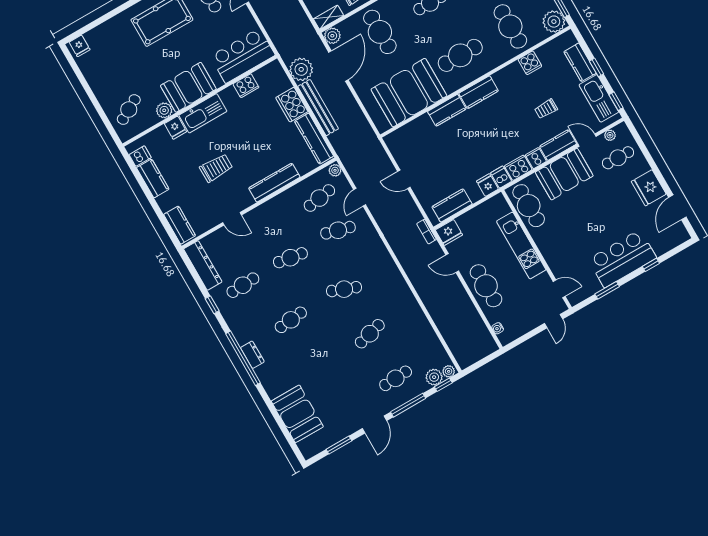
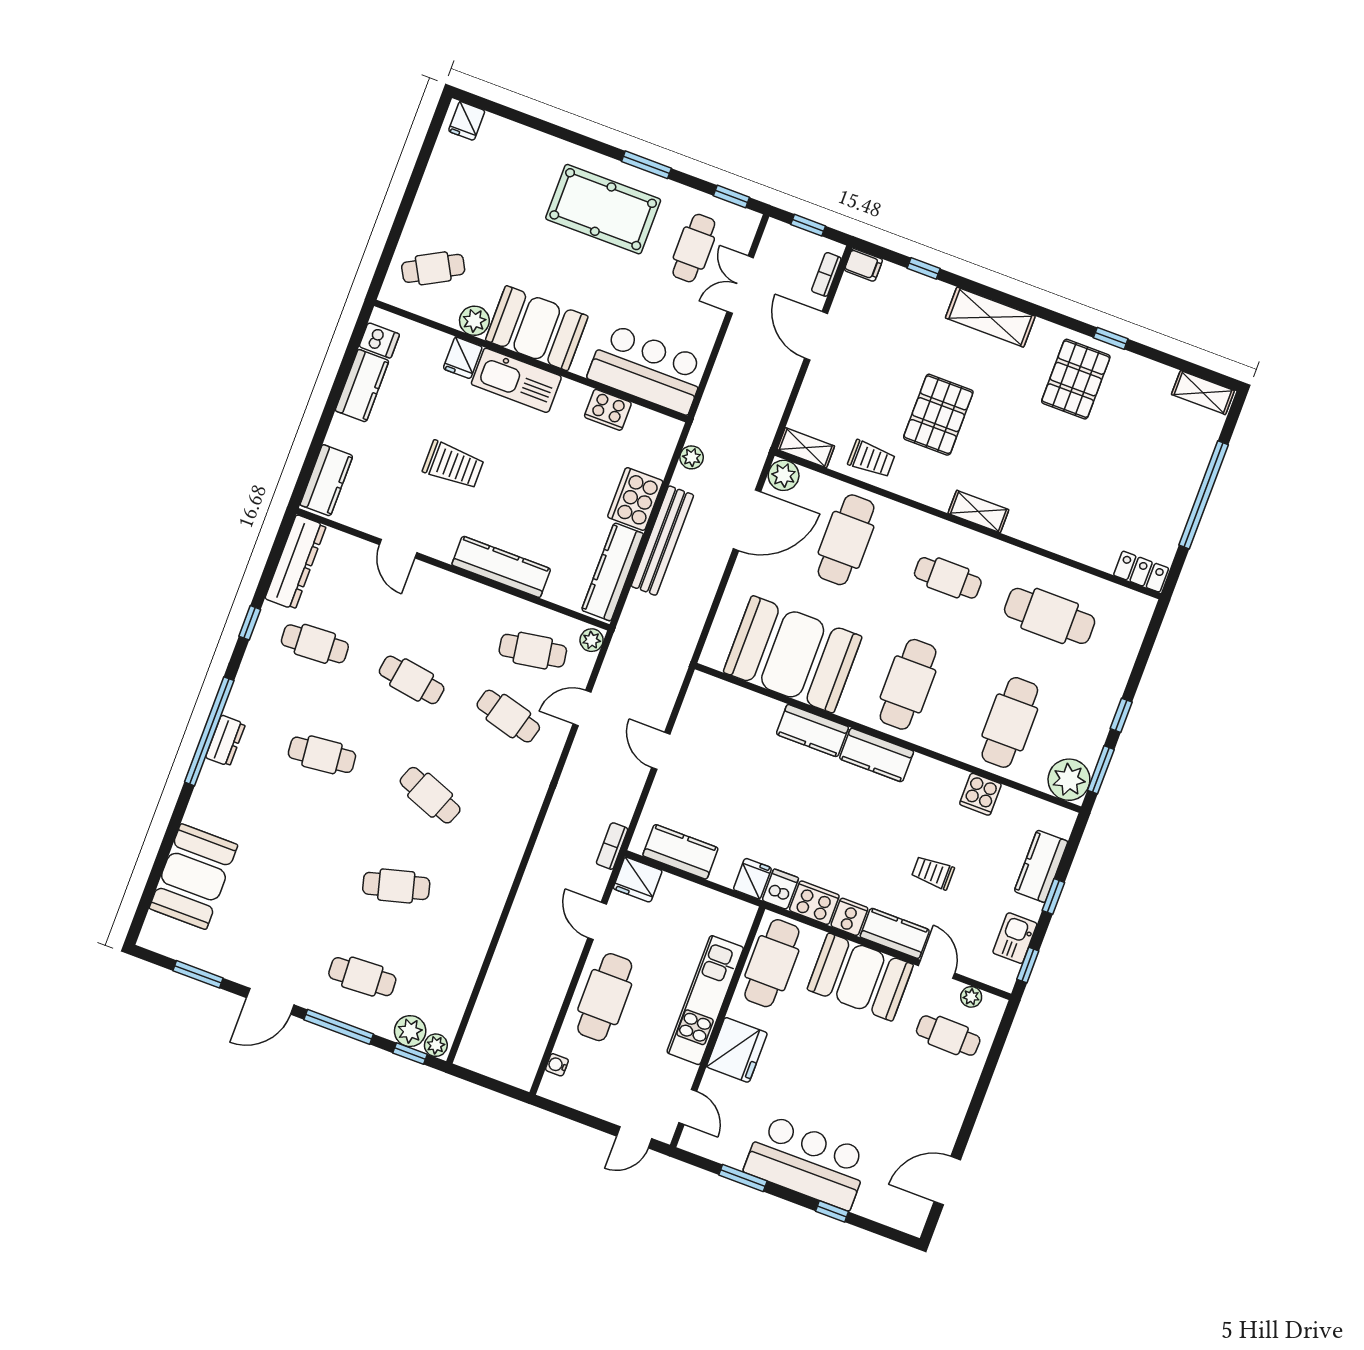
cafe table: (460, 55) -> (908, 684), turned 90
plant: (301, 69) -> (692, 457), width x0.53, depth x0.53
kitchen sink: (599, 98) -> (1015, 938), width x0.53, depth x0.81
fridge: (649, 188) -> (737, 1050), moved, turned 180

